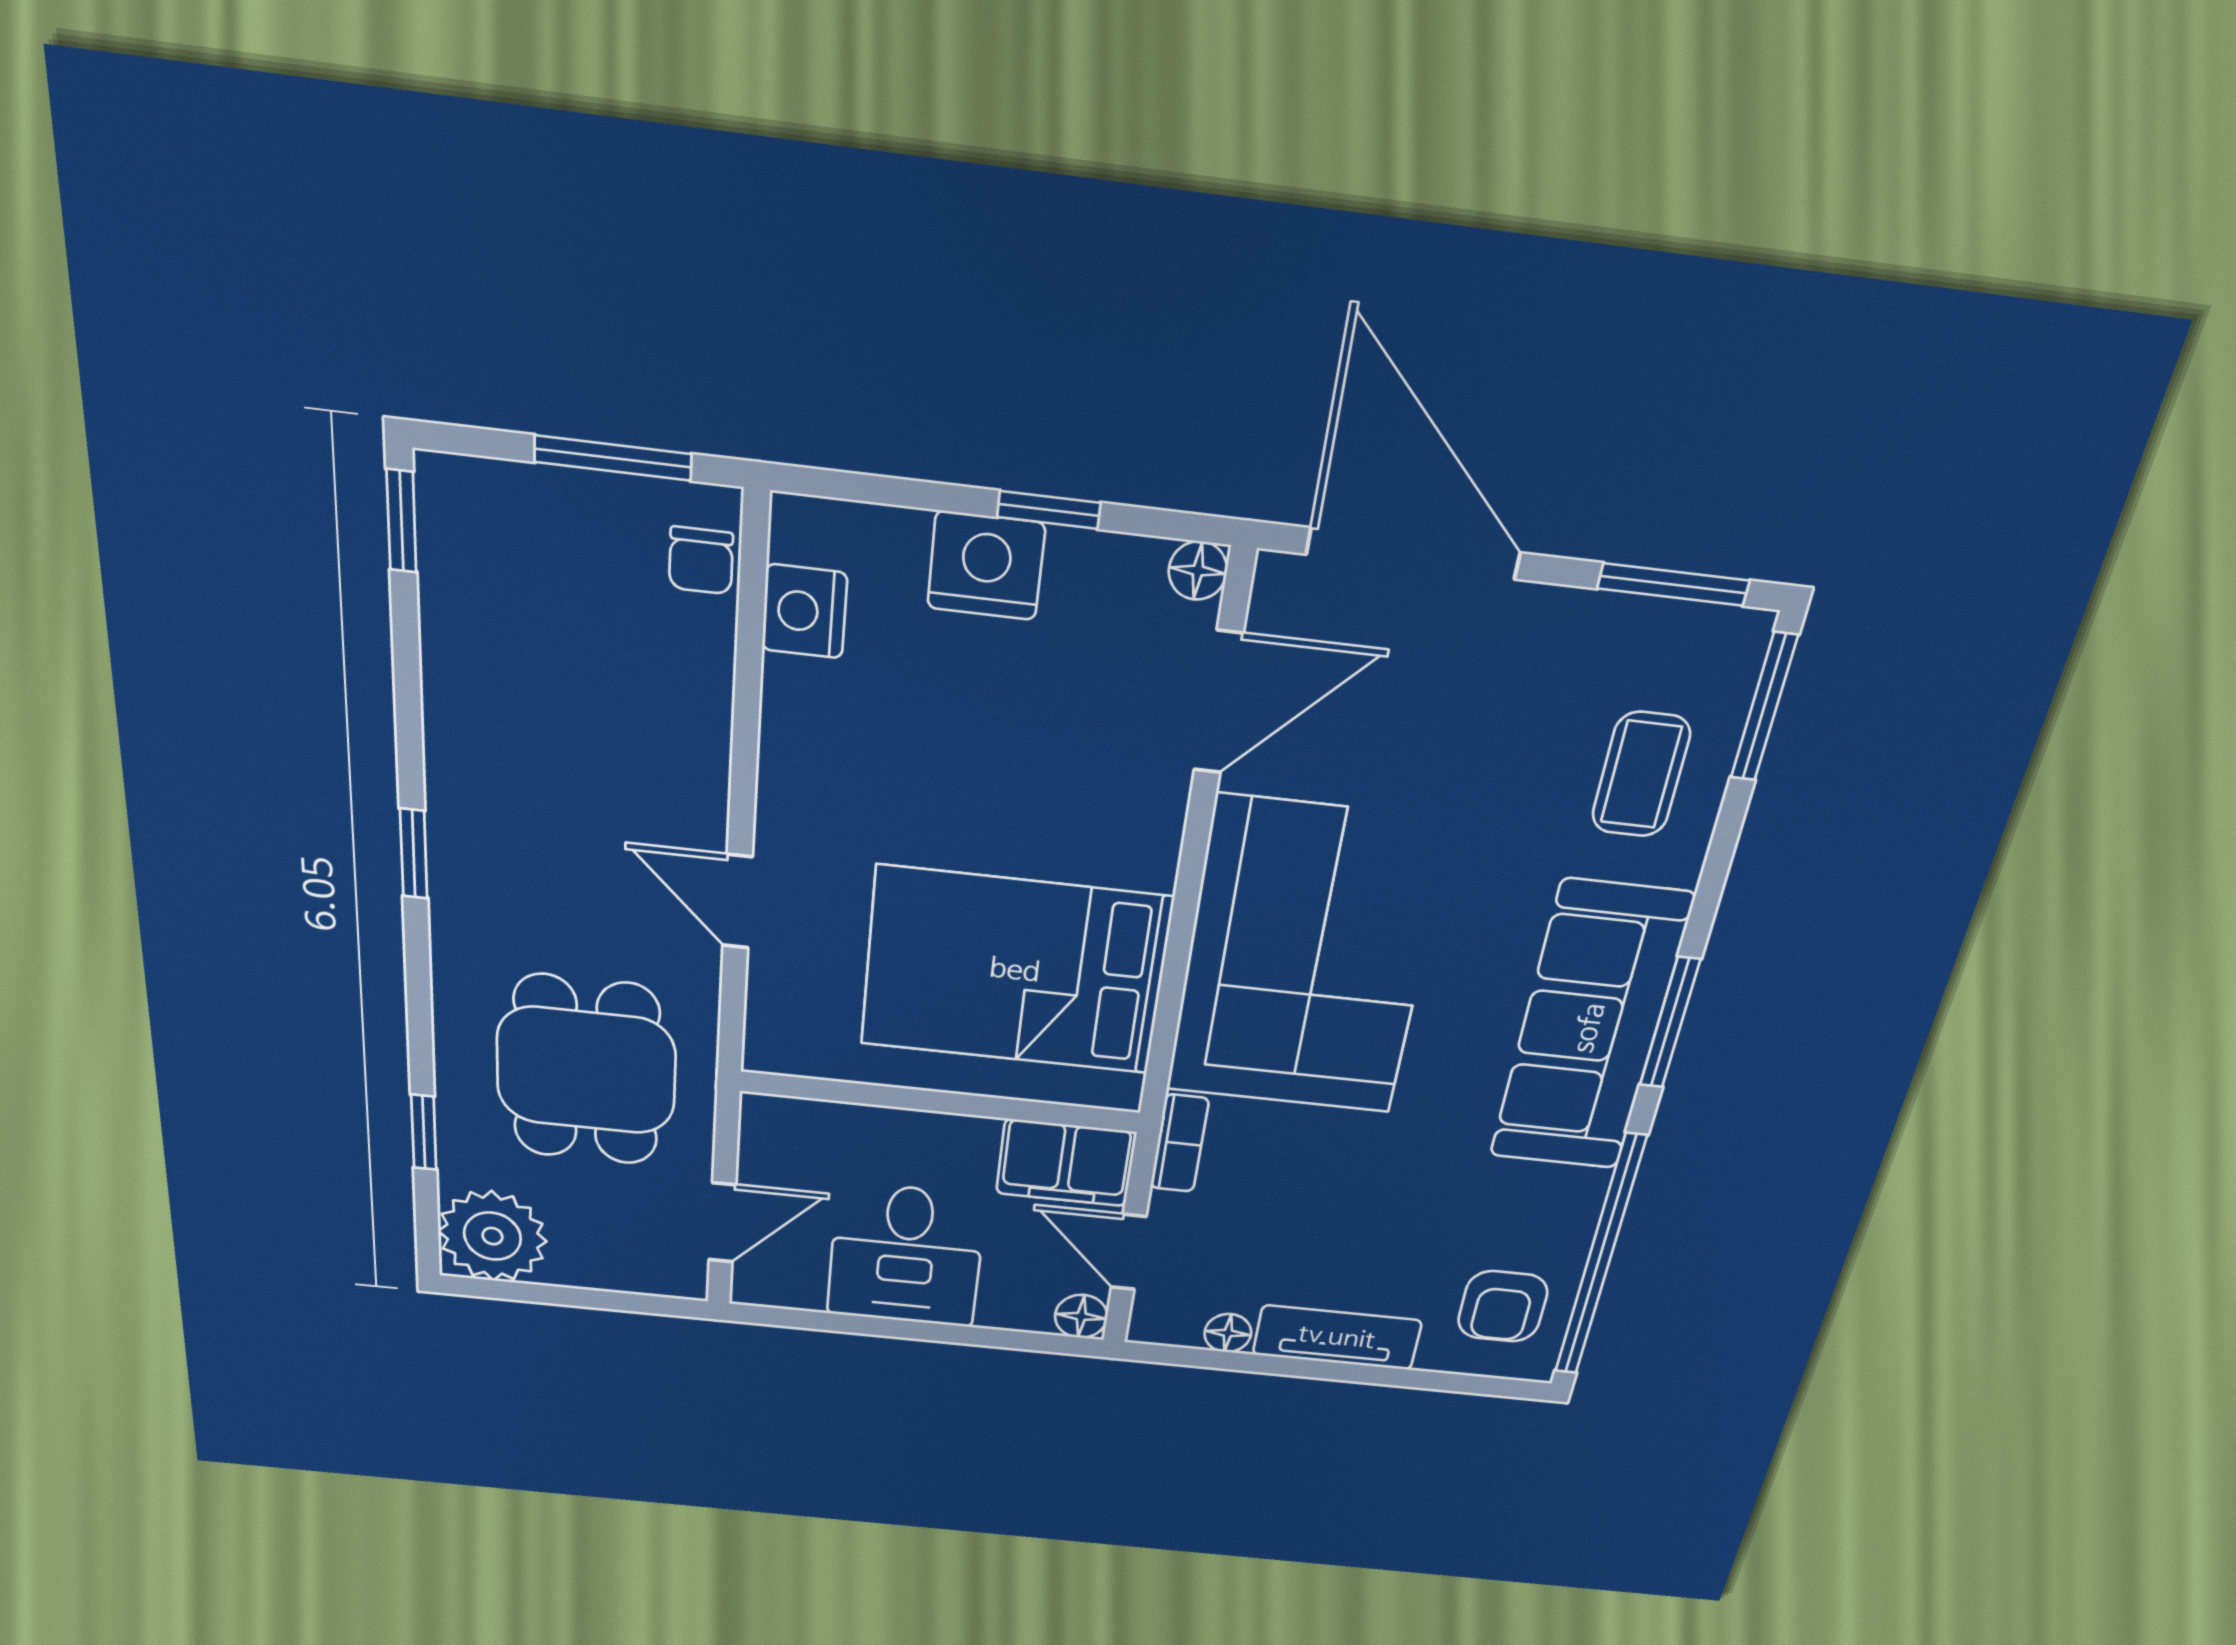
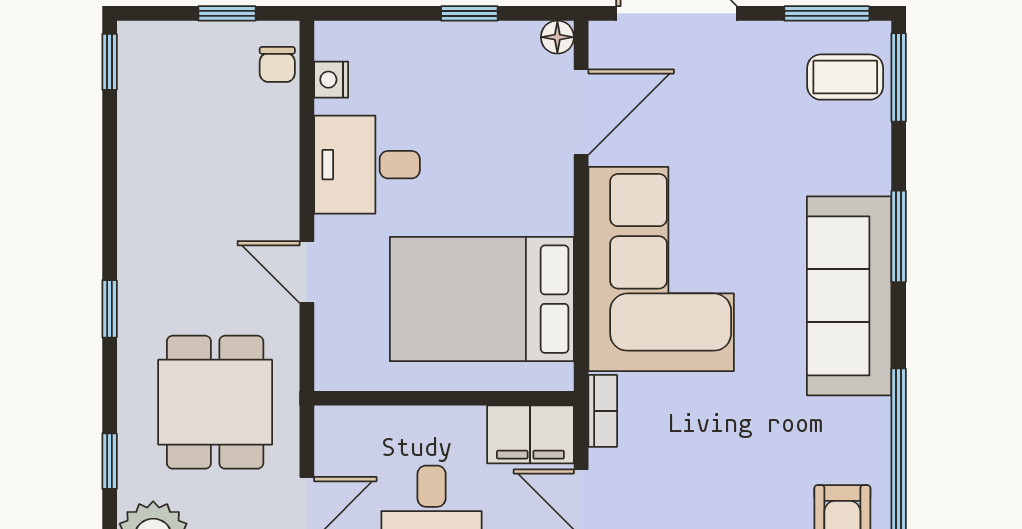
window: (613, 458) -> (227, 13), width x0.67
nightstand: (986, 566) -> (438, 48), removed
nightstand: (804, 611) -> (331, 80), width x0.72, depth x0.74
desk: (847, 747) -> (367, 165), added
coffee table: (1641, 775) -> (845, 77), moved, turned 90
window: (414, 854) -> (110, 309), moved
window: (1670, 1023) -> (899, 236), moved

